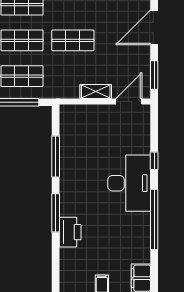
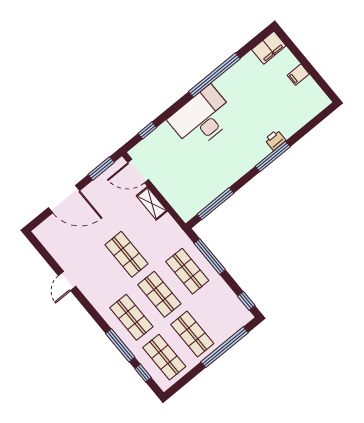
window: (56, 156) -> (215, 204), moved
window: (154, 161) -> (147, 130), moved
printer: (70, 232) -> (275, 140), width x0.53, depth x0.68

